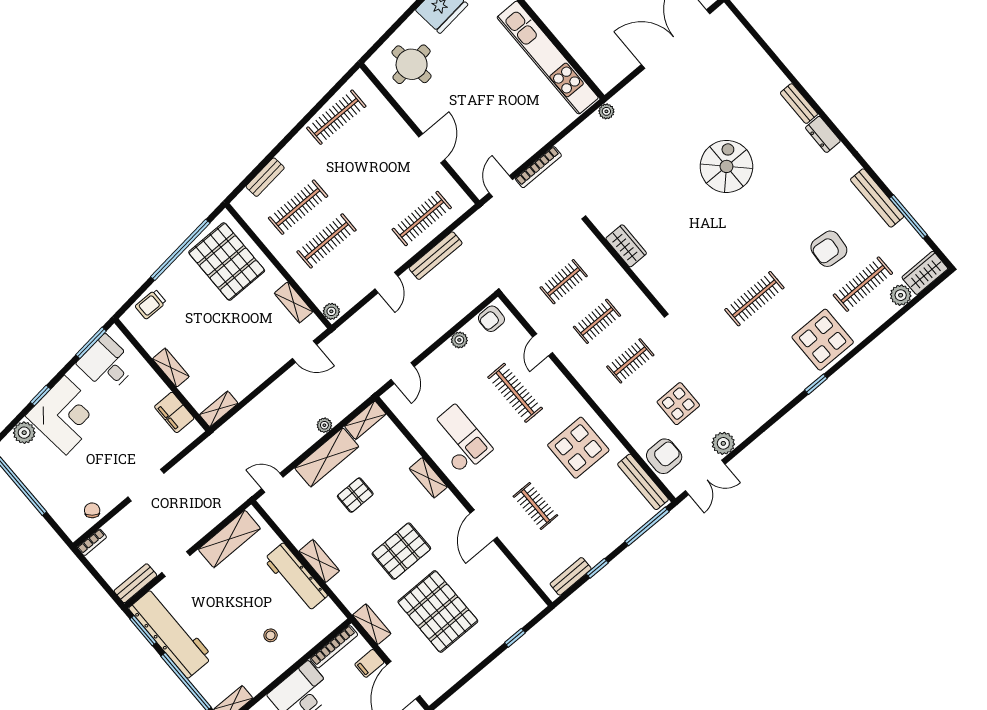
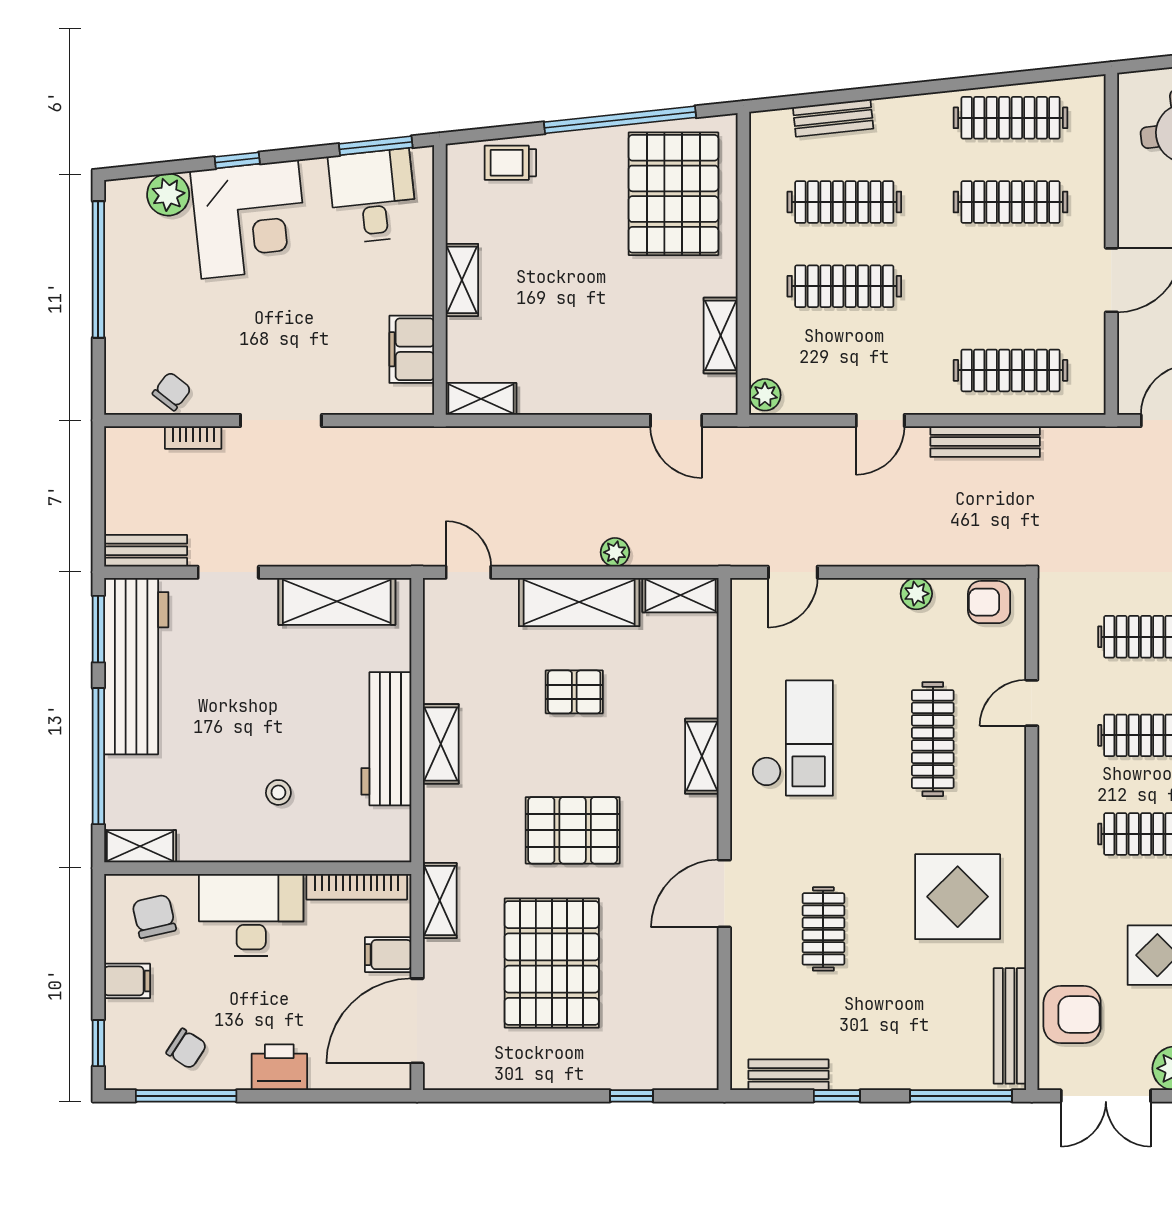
clothes rail: (365, 151) -> (1011, 202), added
bookcase: (92, 542) -> (193, 437), moved

